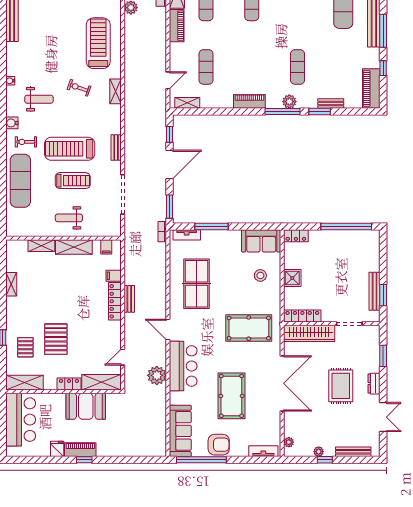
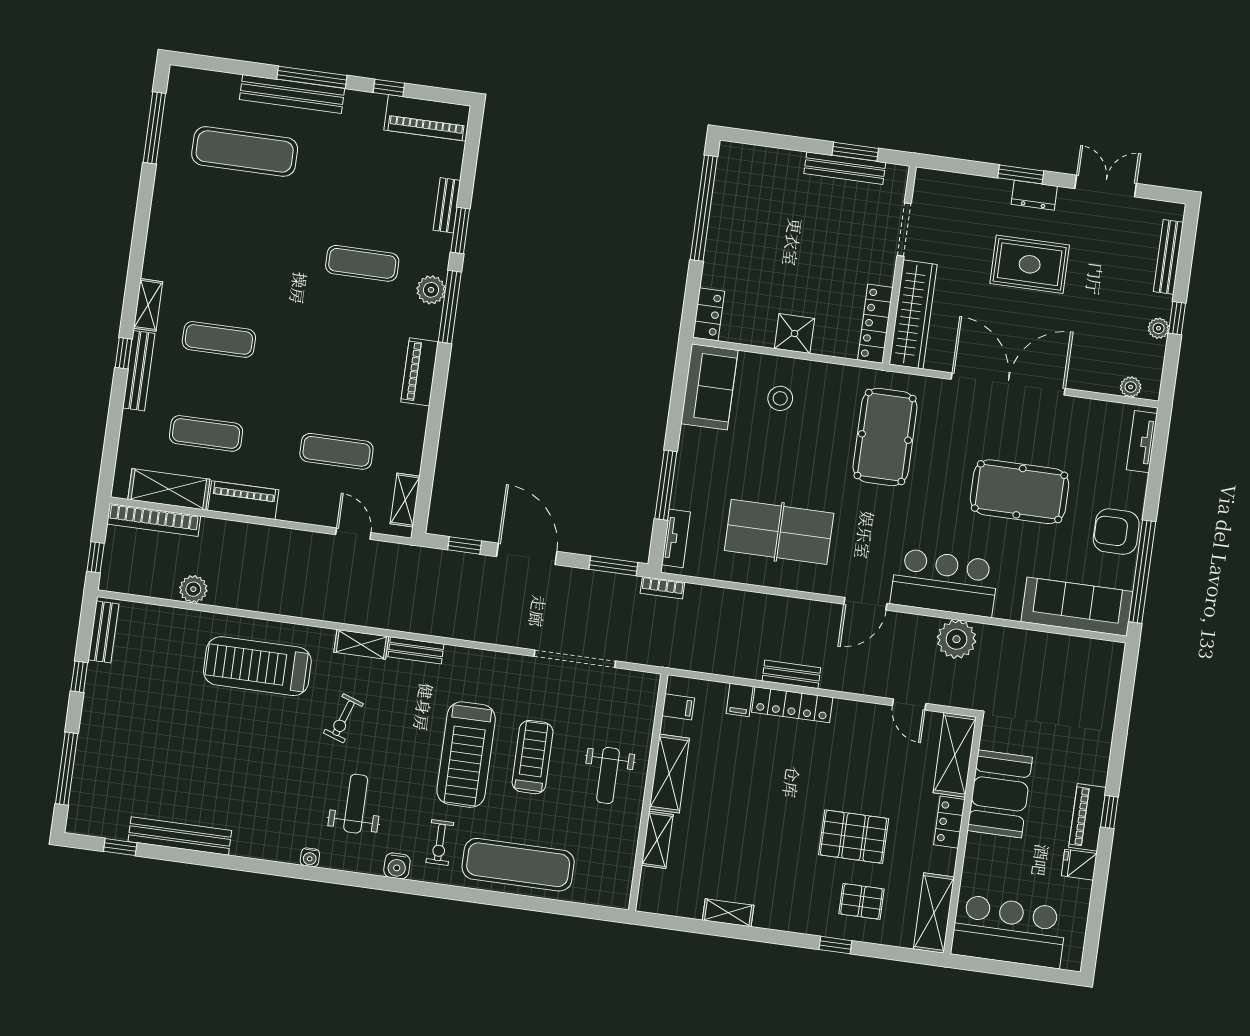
bench: (116, 148) -> (416, 650), moved
window: (383, 356) -> (1021, 174), moved
armchair: (219, 445) -> (1116, 532), turned -90

